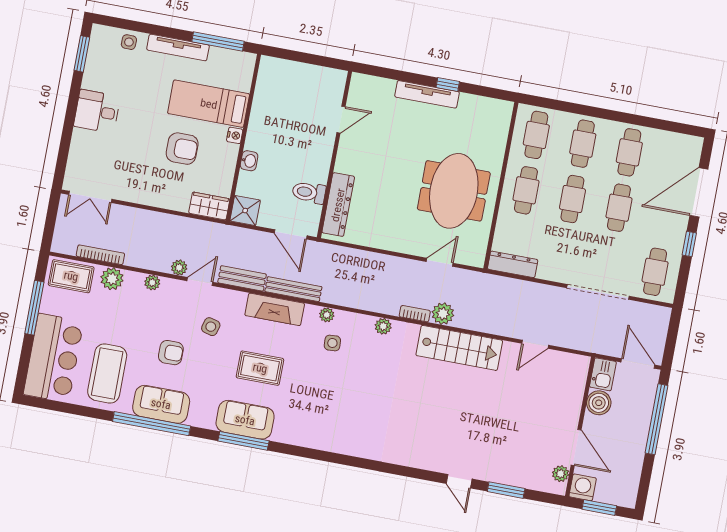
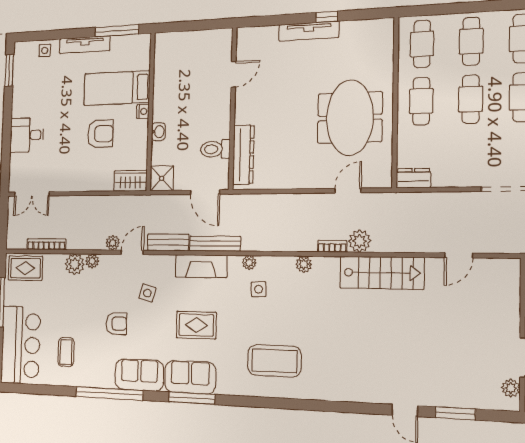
desk: (97, 111) -> (27, 135), moved
dresser: (513, 264) -> (413, 178), width x0.70
plant: (112, 279) -> (75, 264), moved
coffee table: (107, 373) -> (66, 352), width x0.54, depth x0.58
sofa: (161, 404) -> (139, 375), moved
coffee table: (337, 416) -> (274, 361), added

